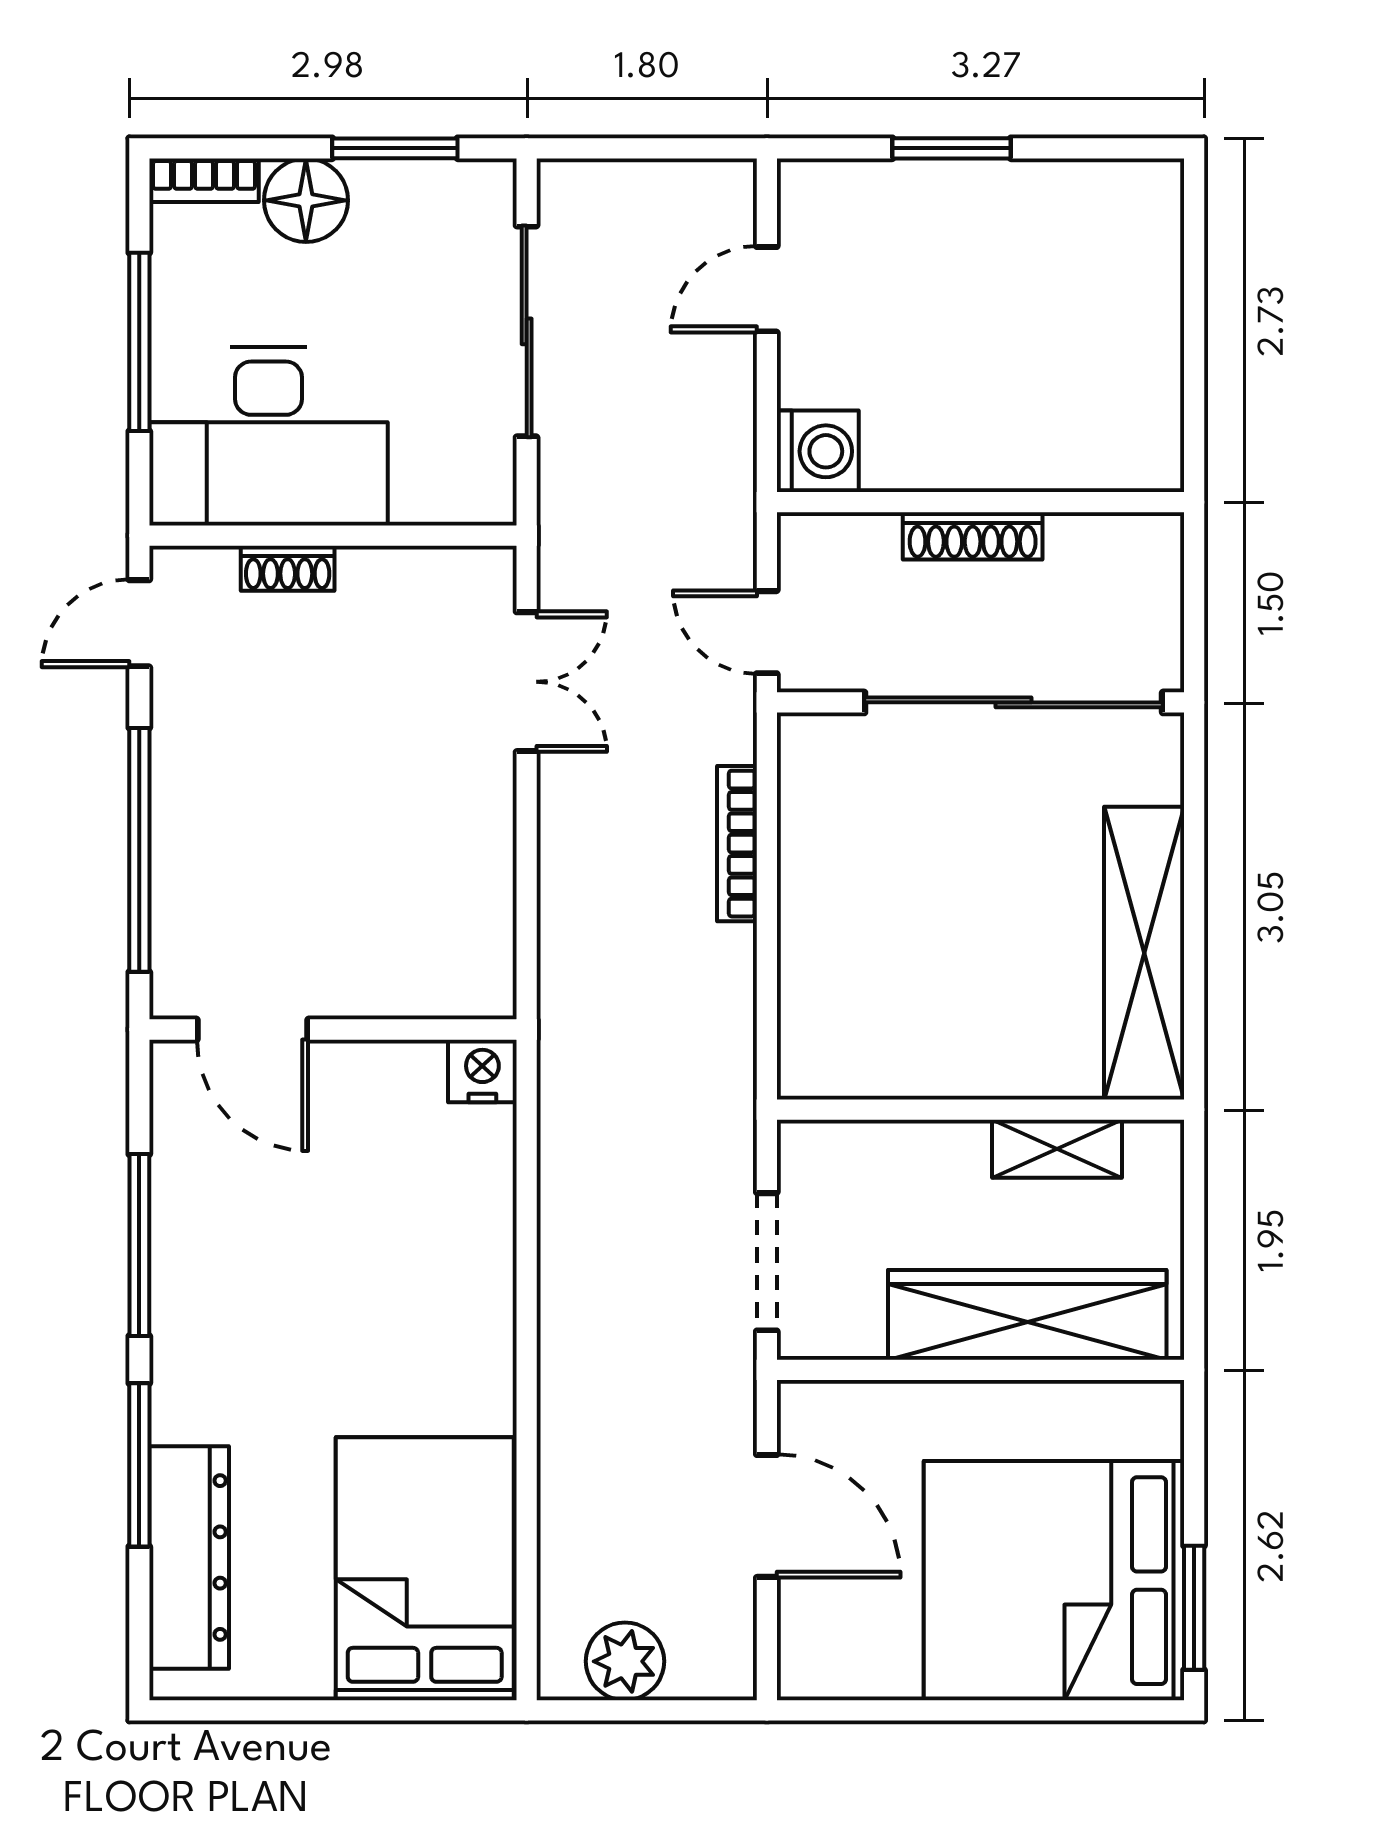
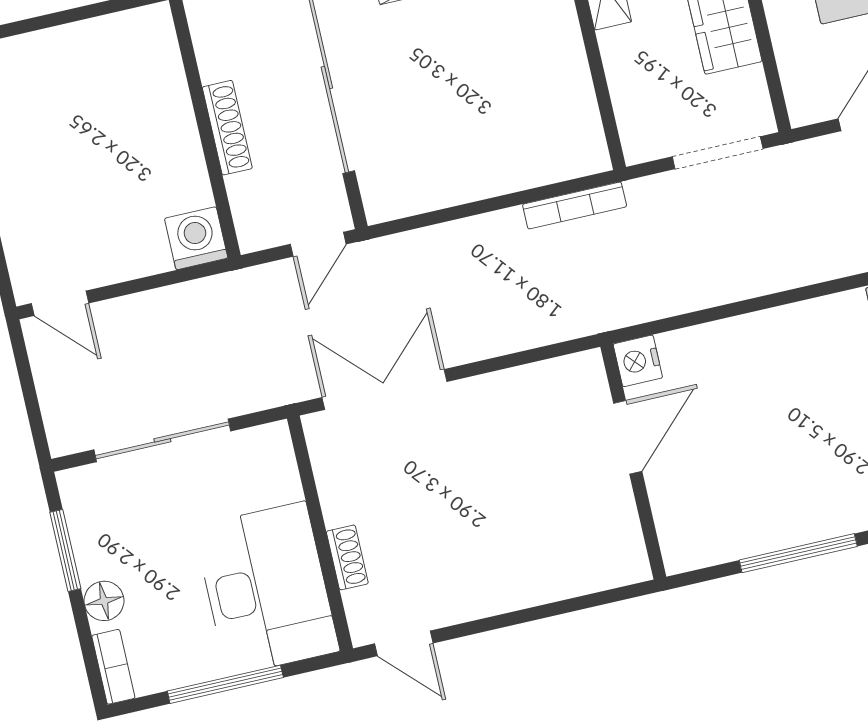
floor lamp: (306, 200) -> (104, 601), width x0.73, depth x0.73
door: (767, 289) -> (60, 303), moved
double door: (527, 682) -> (385, 389), width x1.37
bookcase: (737, 844) -> (575, 205), moved
window: (139, 850) -> (547, 611), removed
door: (253, 1030) -> (628, 437), moved

